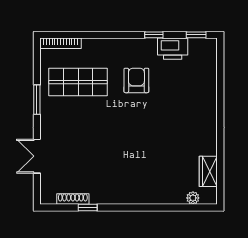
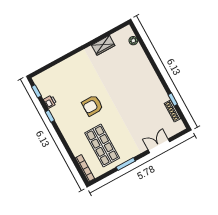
printer: (173, 49) -> (50, 102), width x0.53, depth x0.68
armchair: (136, 80) -> (92, 106), moved
double door: (37, 156) -> (159, 146), swing flipped
wardrobe: (208, 171) -> (103, 45), moved

